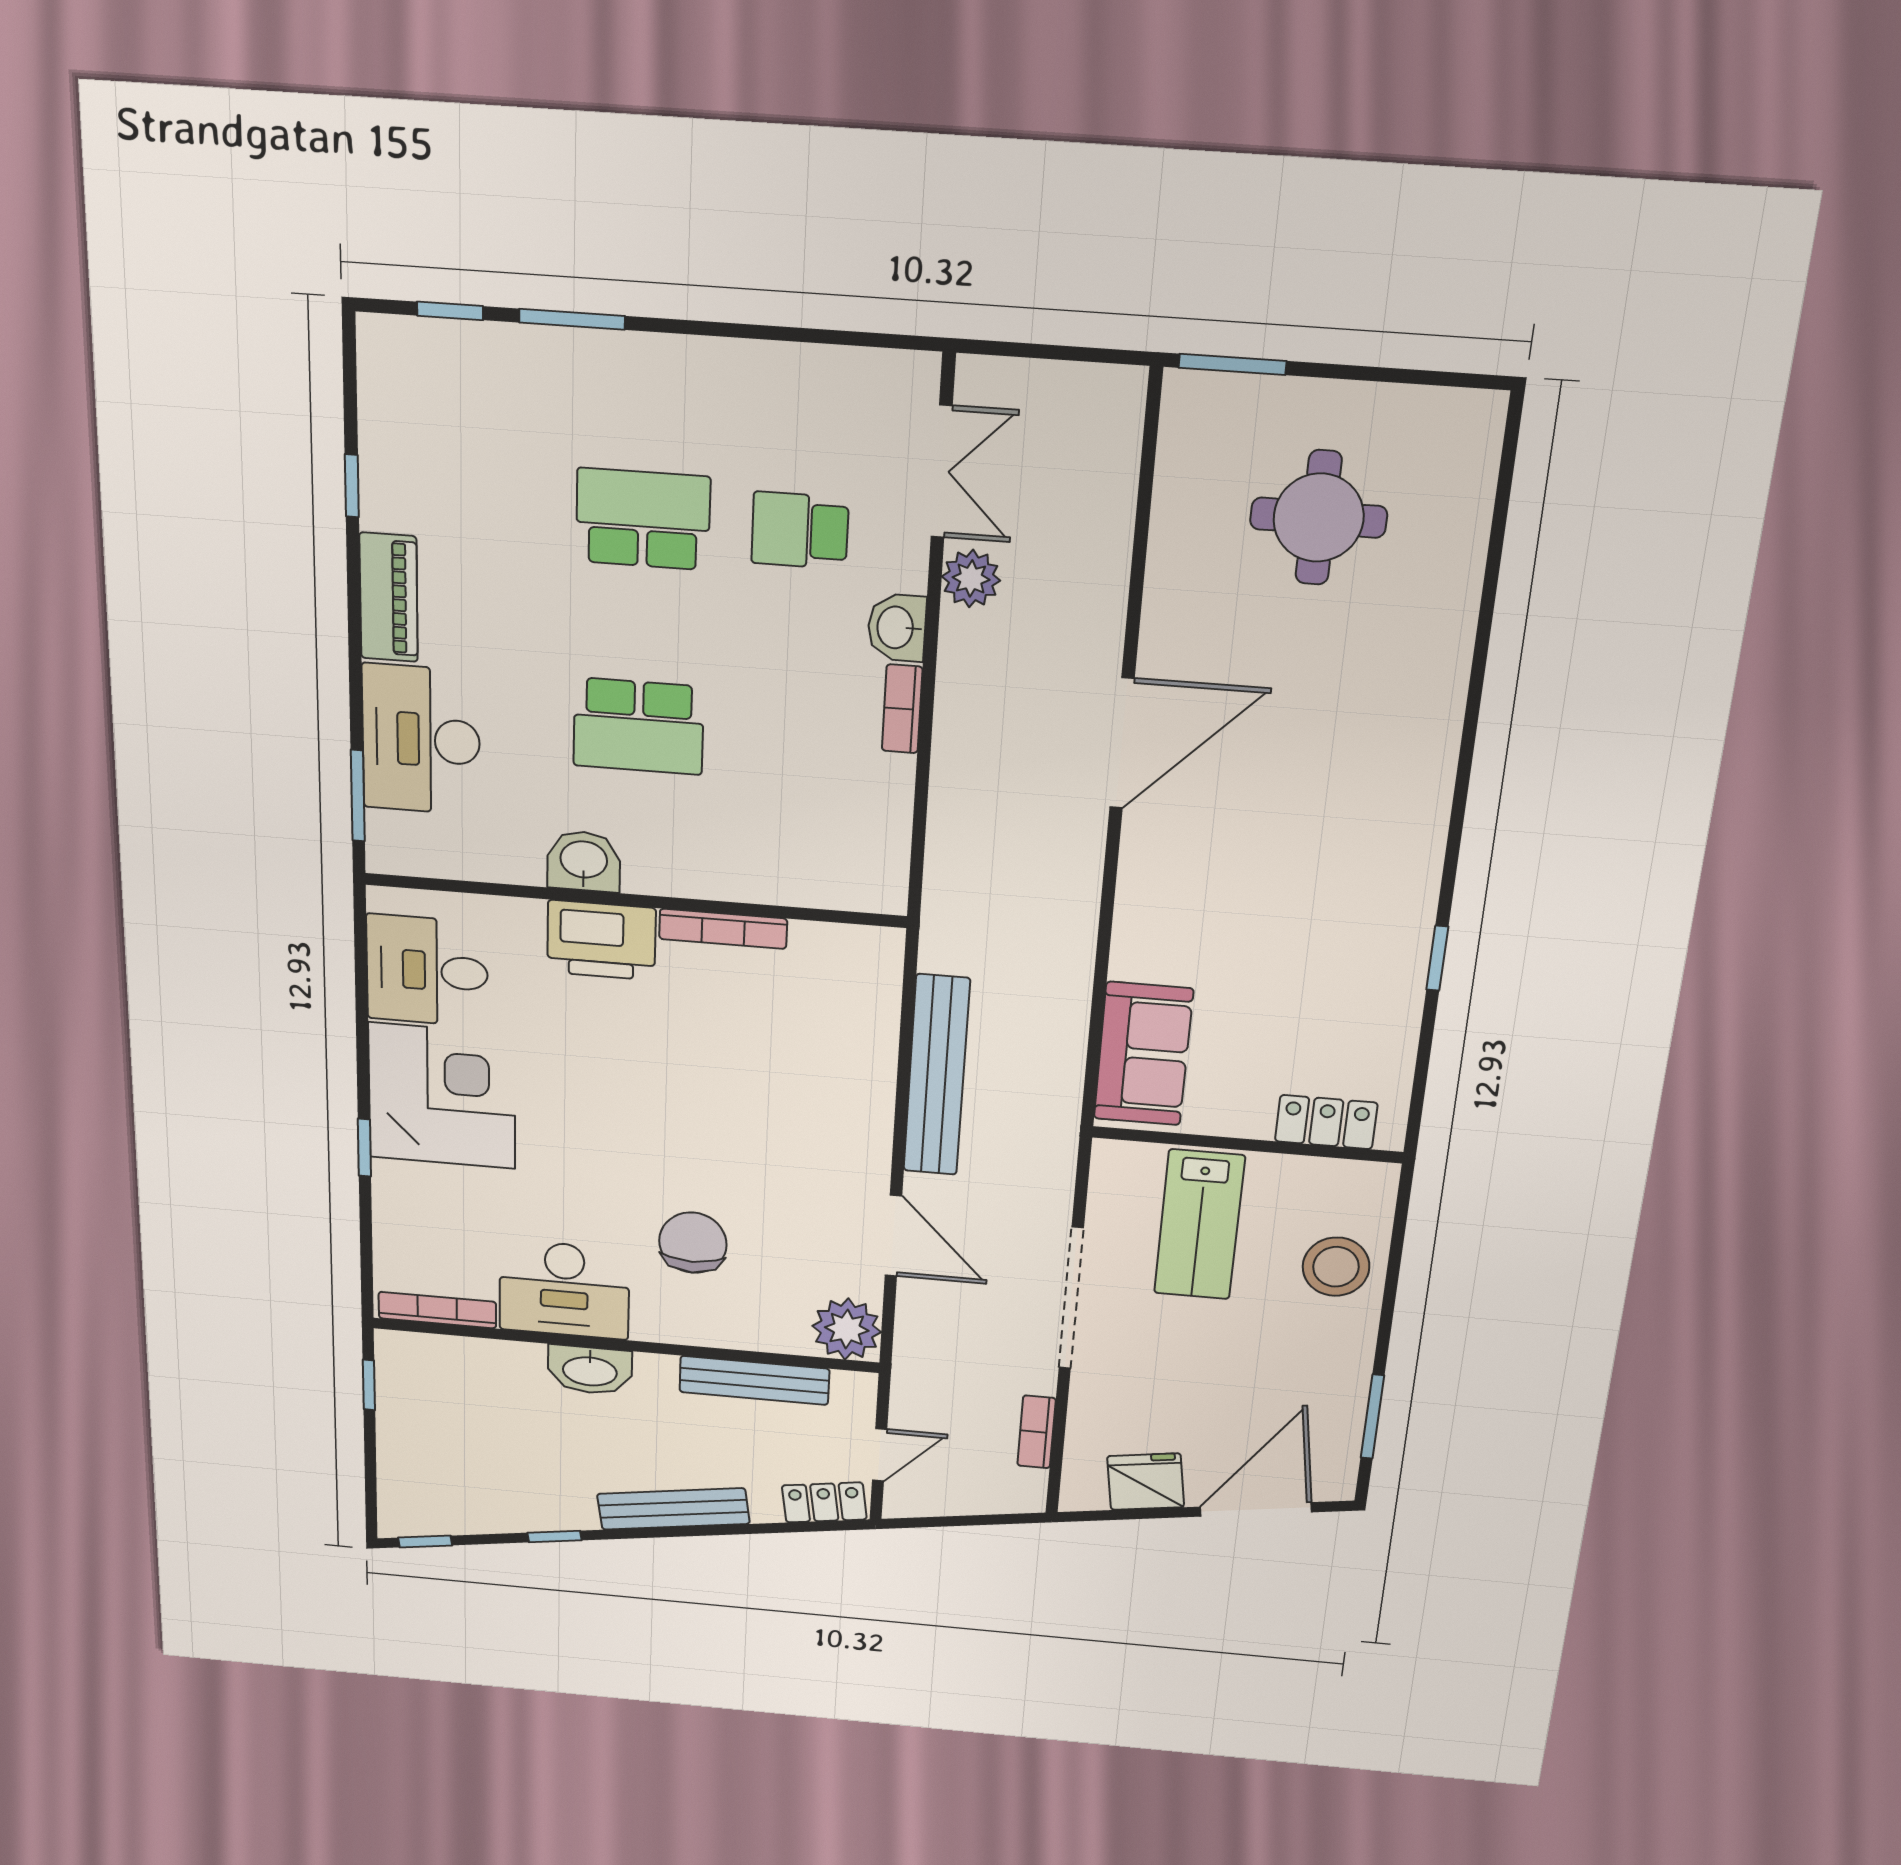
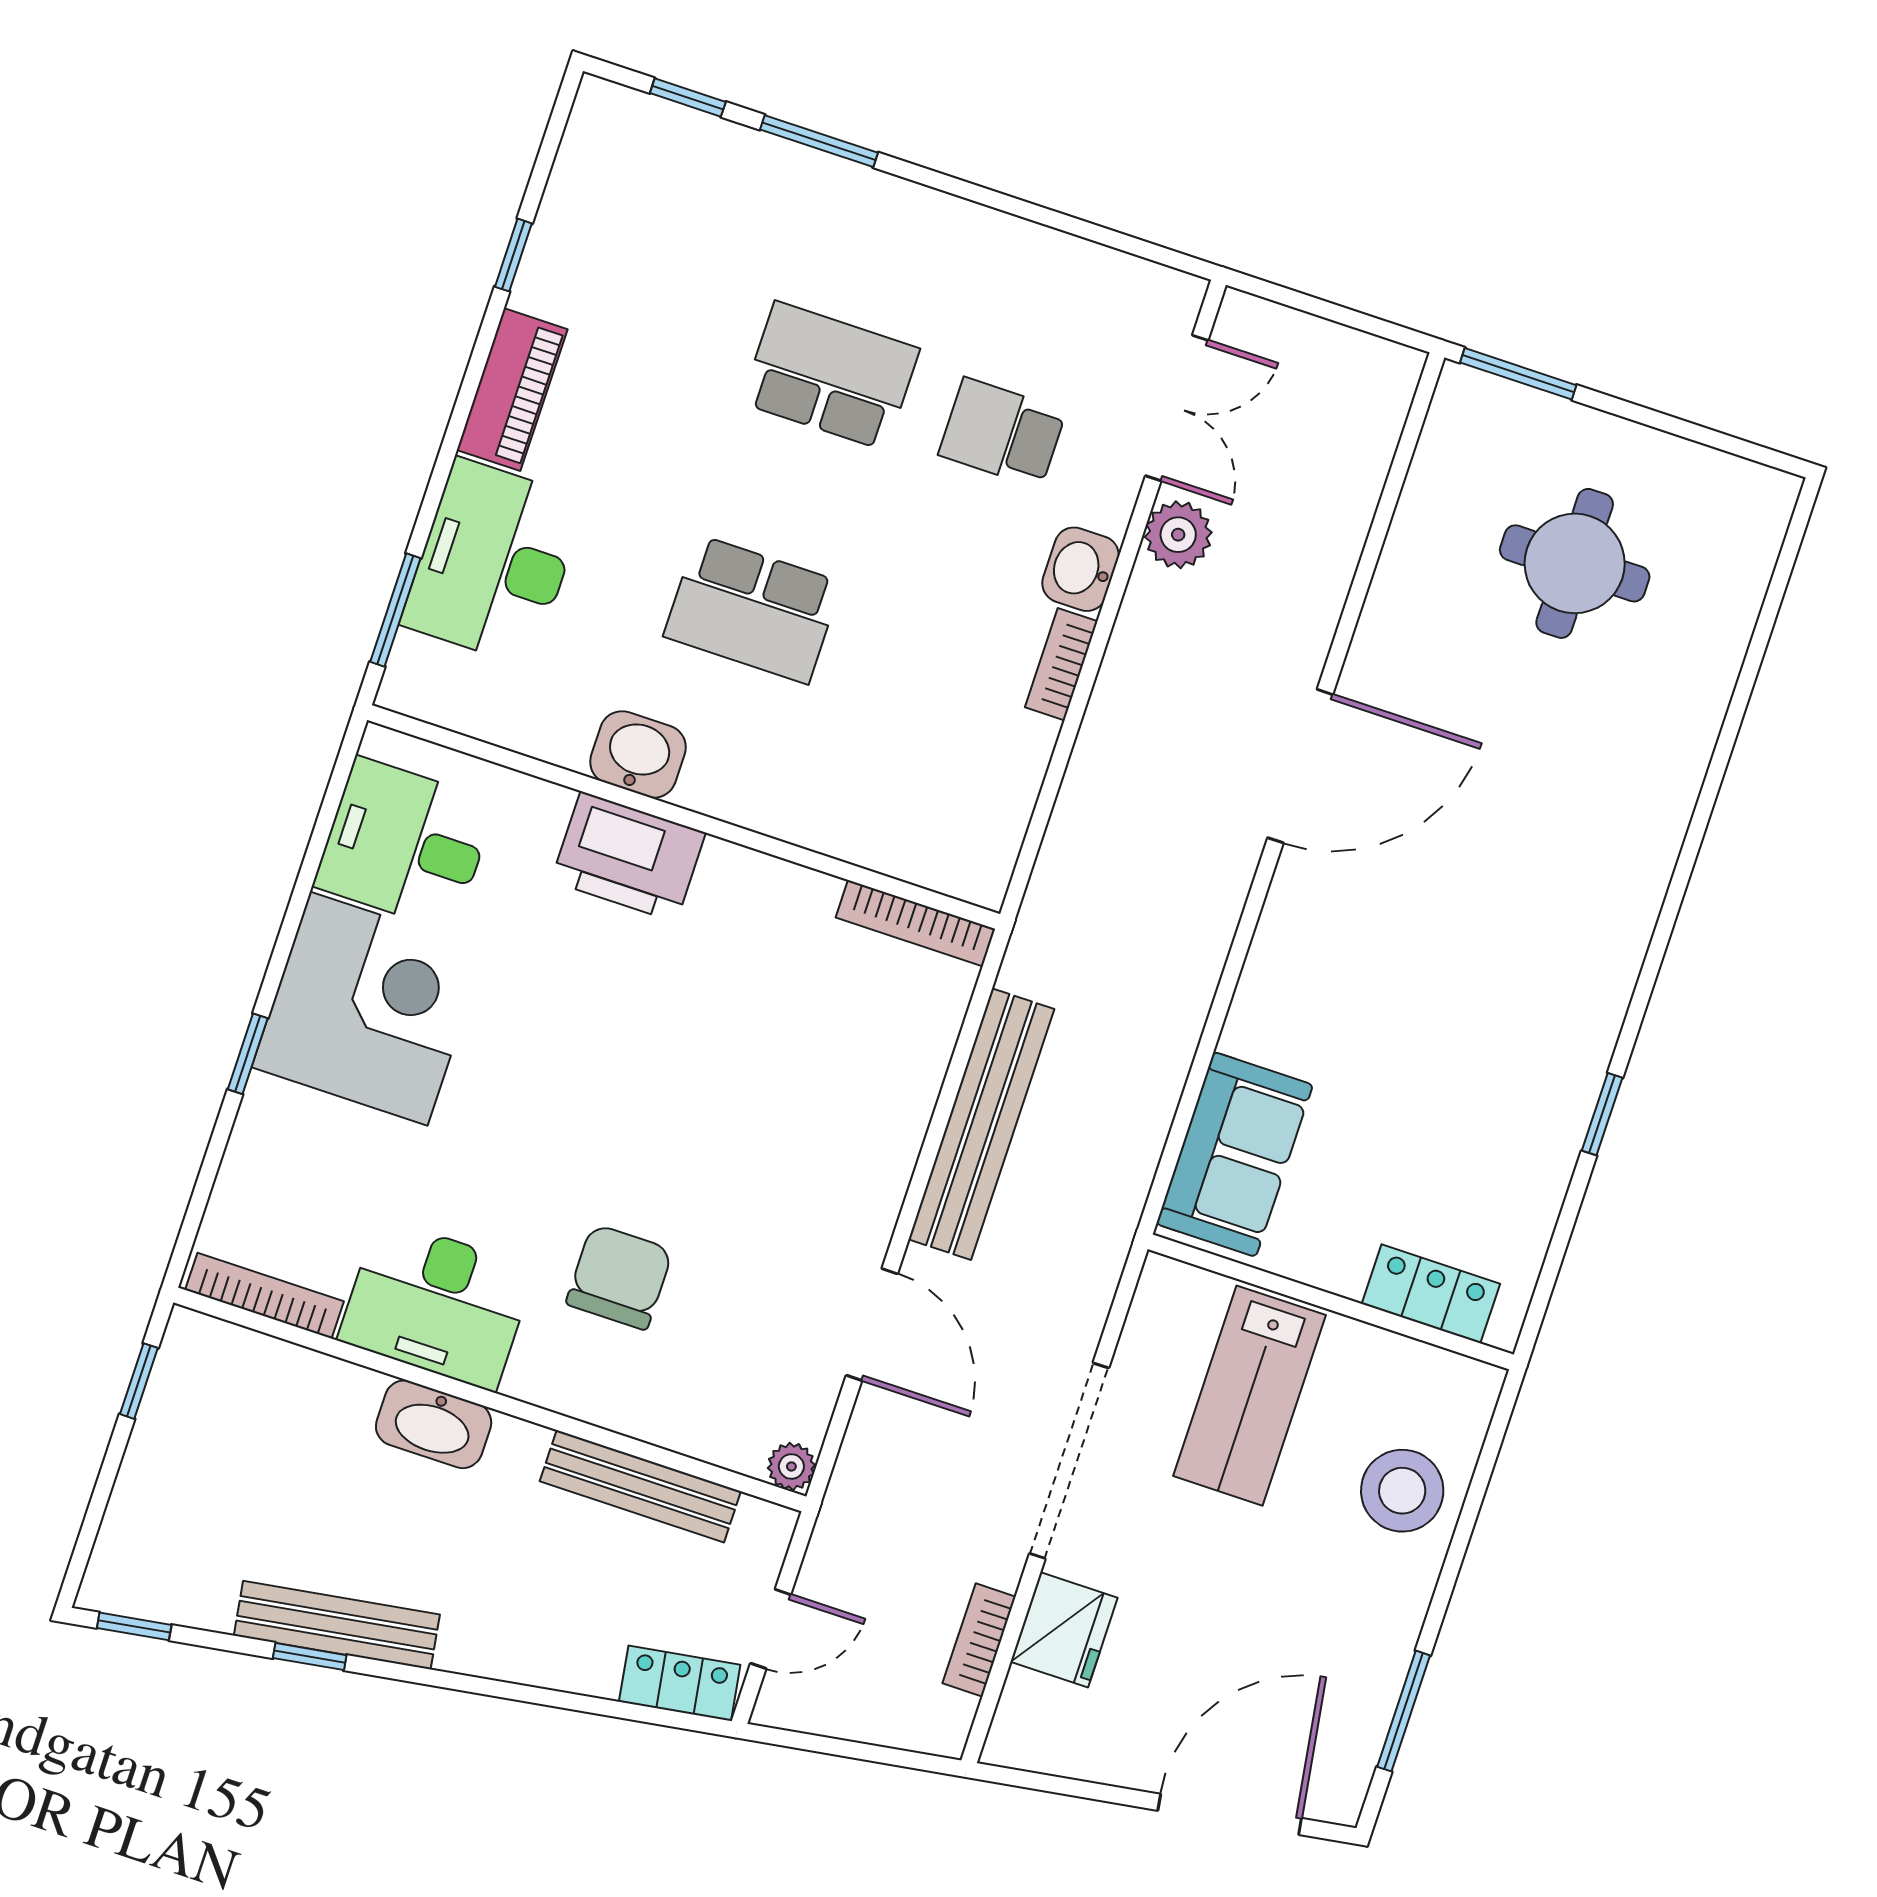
bookcase: (723, 929) -> (916, 923), moved
plant: (847, 1329) -> (791, 1466), width x0.53, depth x0.53
fridge: (1146, 1482) -> (1064, 1630), moved, turned 99
bench: (673, 1509) -> (337, 1625), moved

